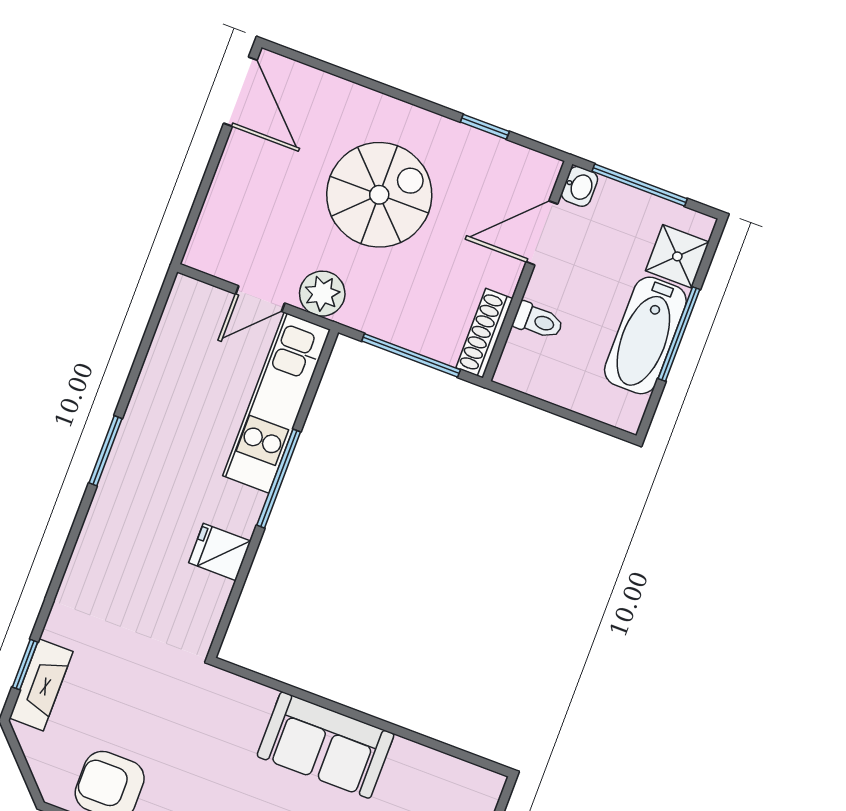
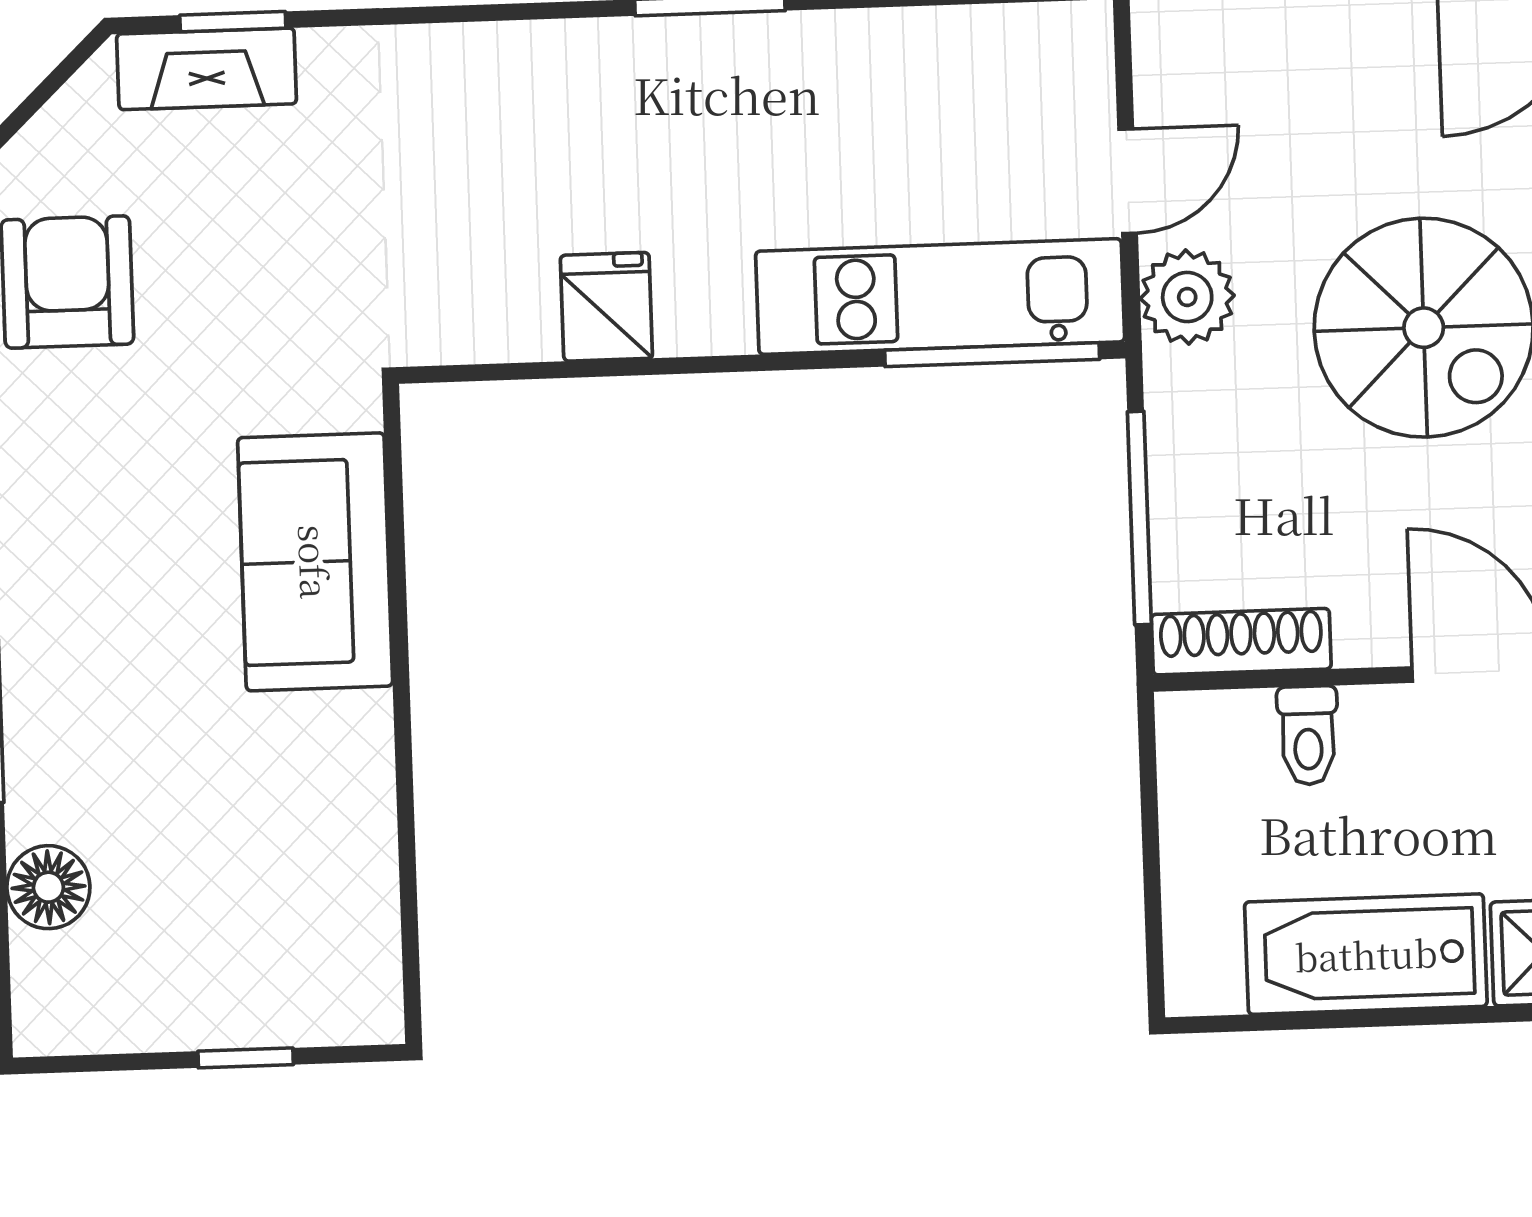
door: (260, 299) -> (1128, 181), swing flipped
window: (679, 334) -> (1396, 1018), removed
window: (279, 479) -> (992, 355), moved
sofa: (326, 745) -> (315, 562), moved

